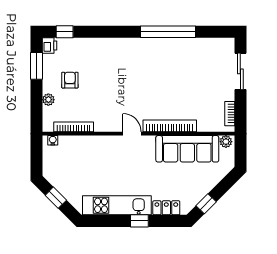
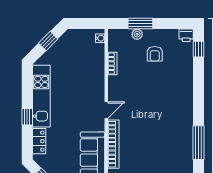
window: (168, 32) -> (199, 143), width x0.68
window: (36, 66) -> (140, 23), moved
armchair: (70, 80) -> (155, 54), turned 90
bookcase: (74, 127) -> (112, 64), width x0.64

